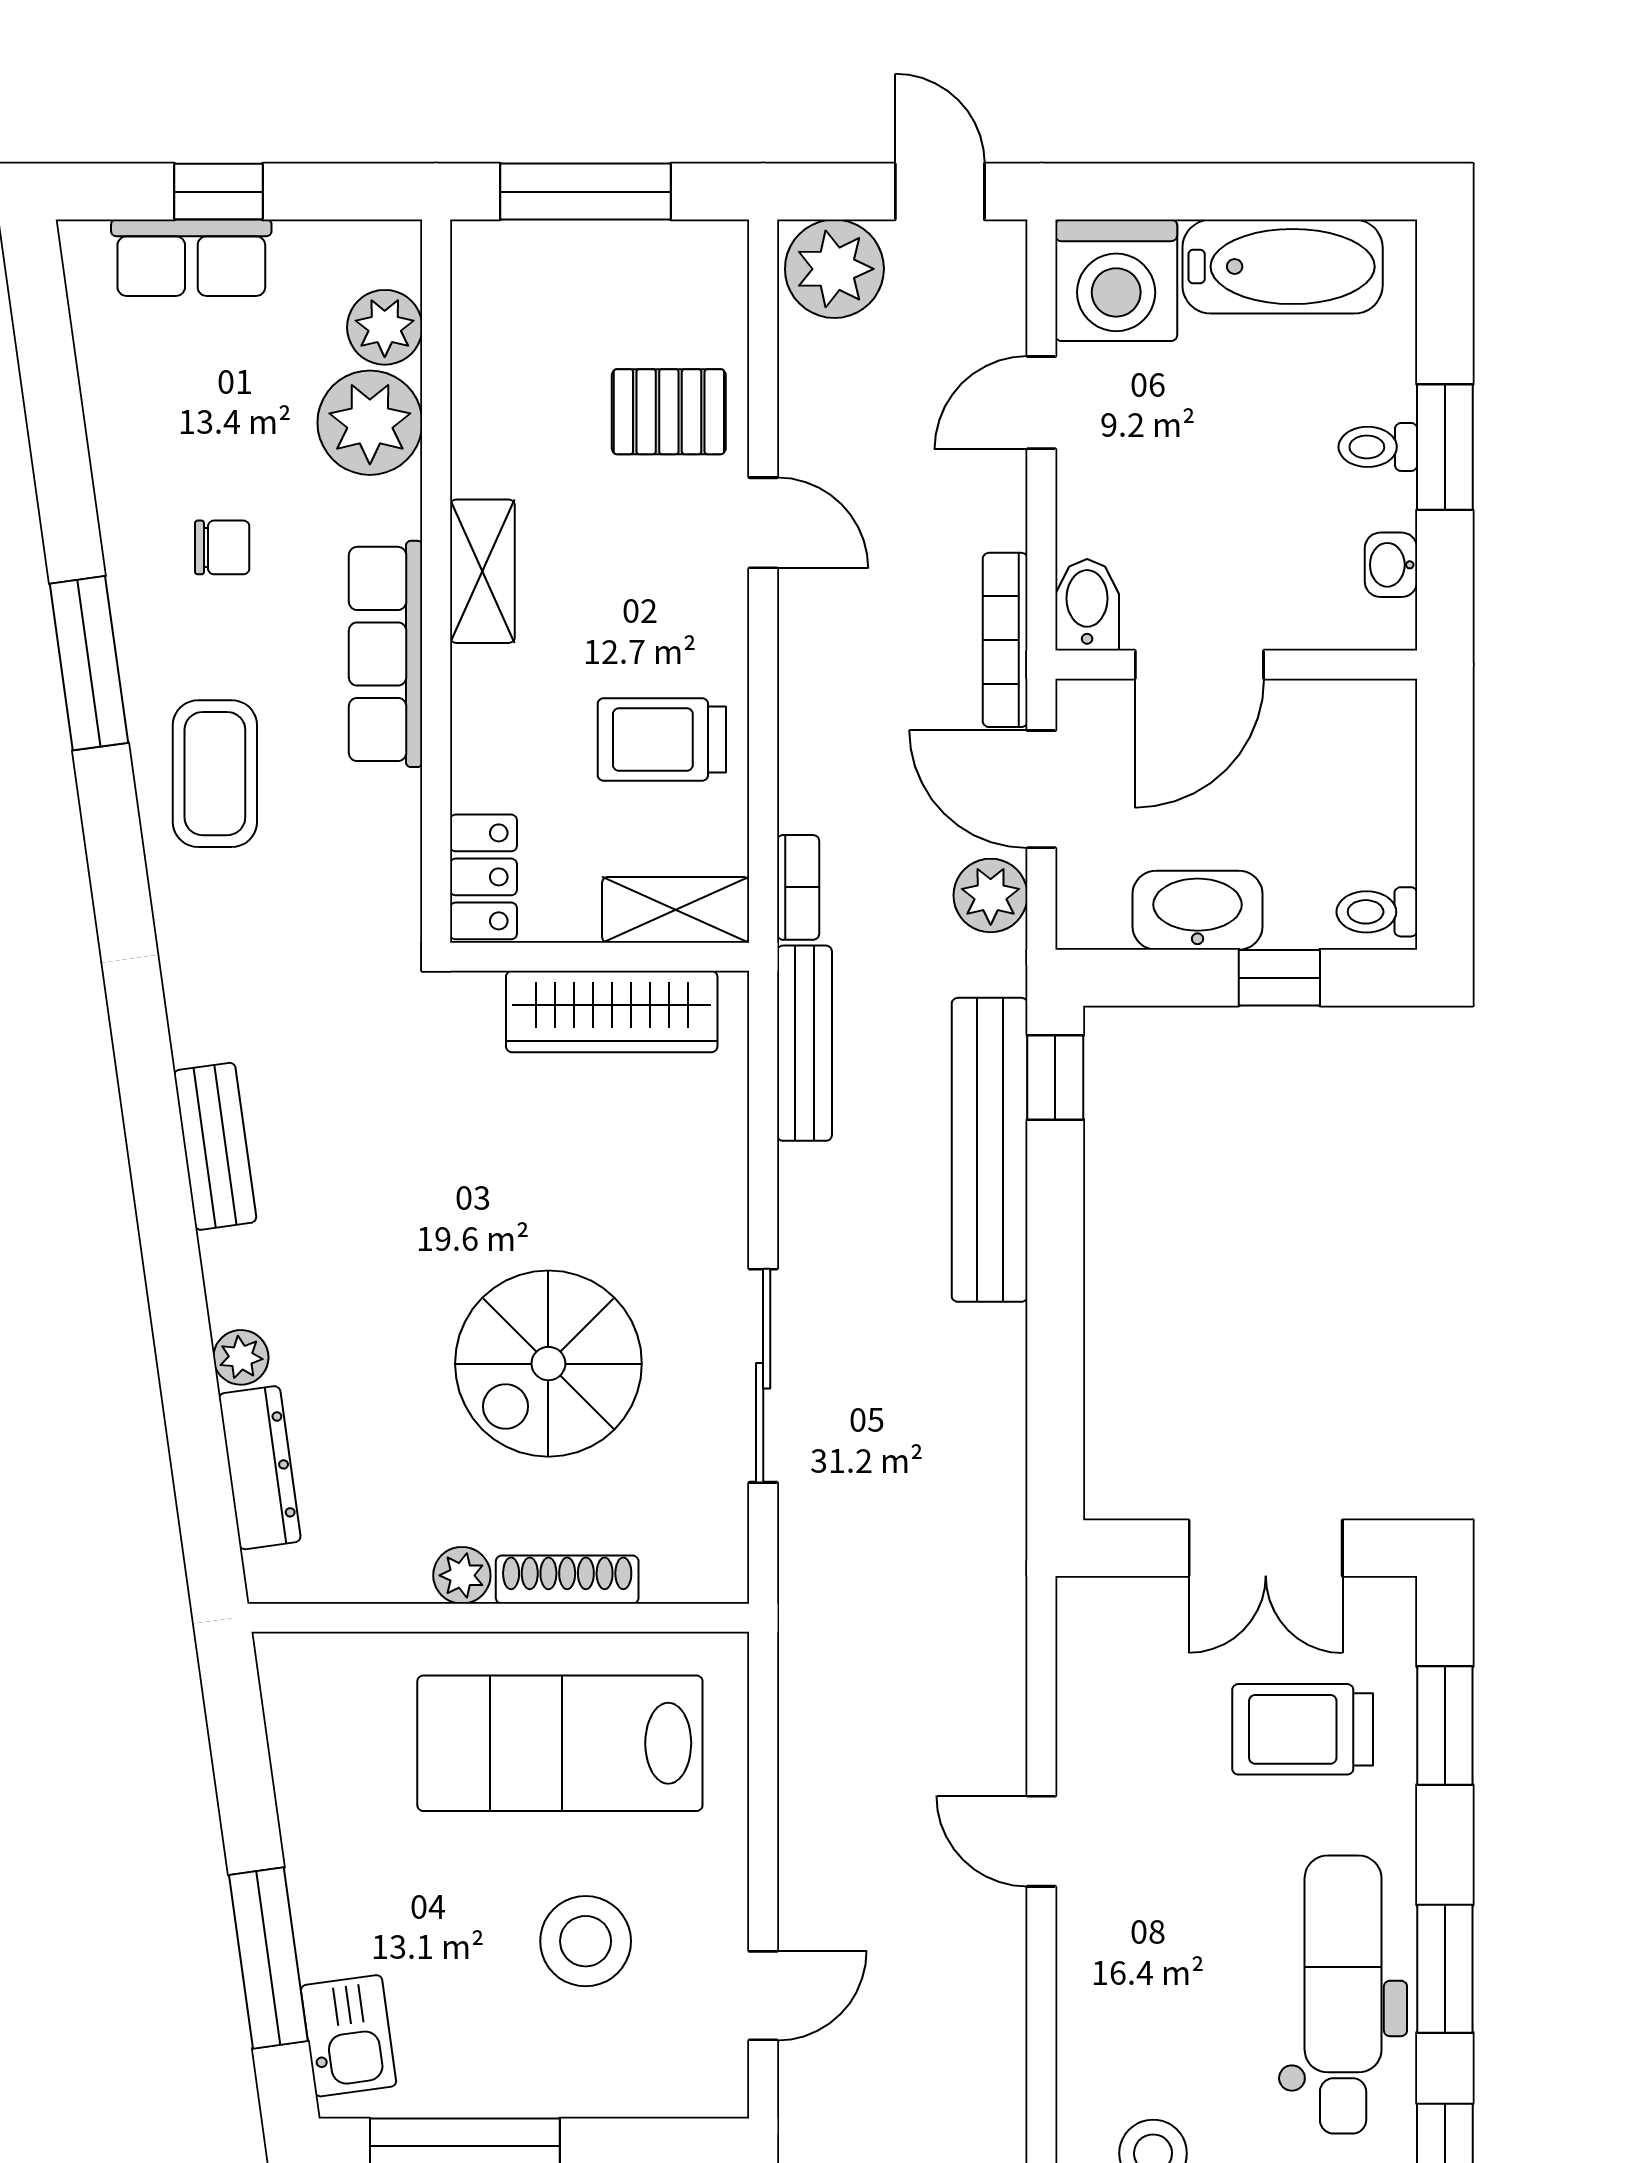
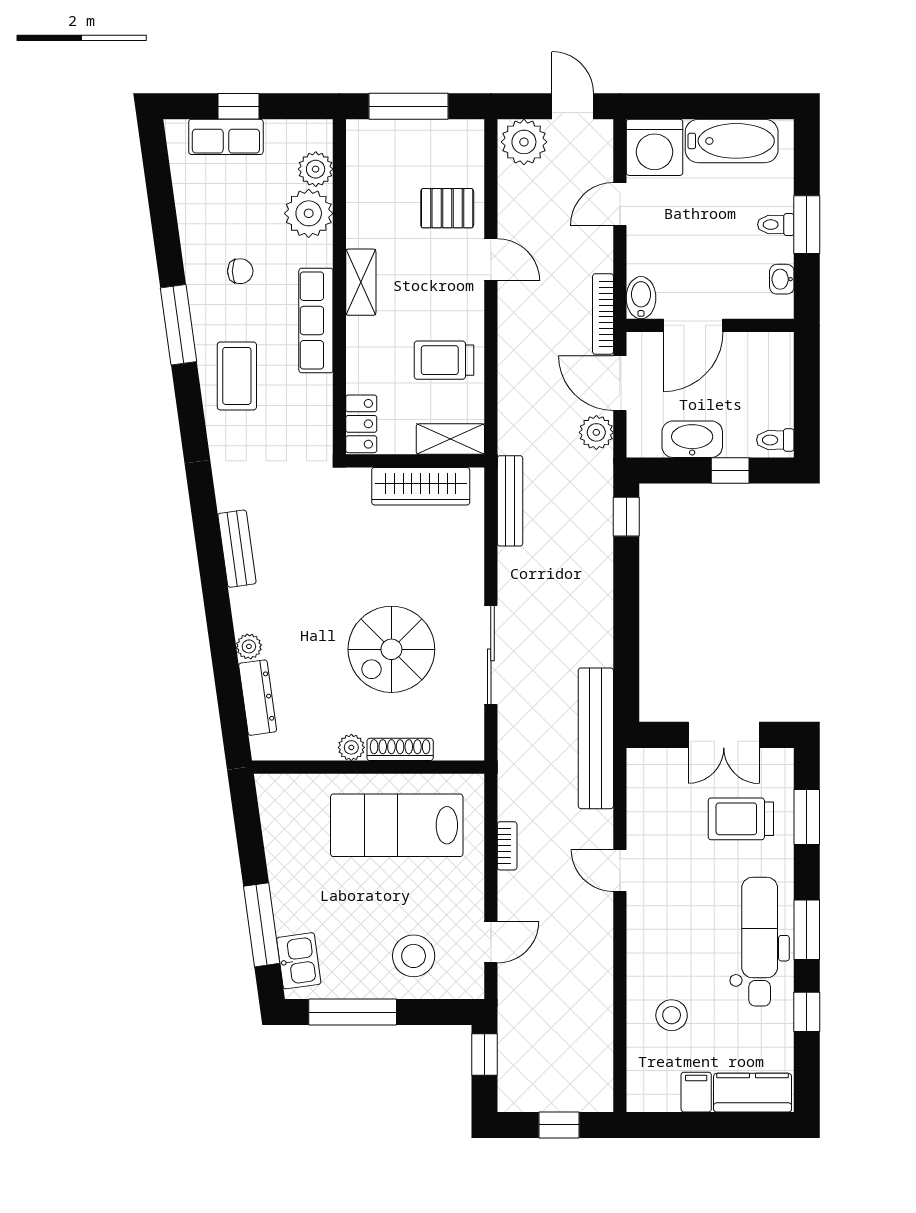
bookcase: (798, 887) -> (507, 846), moved
bench: (990, 1150) -> (596, 738), moved
stool: (586, 1941) -> (414, 956), moved

